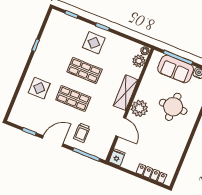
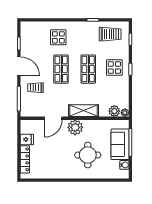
trolley: (58, 33) -> (110, 34), added
fridge: (117, 157) -> (27, 139), moved

